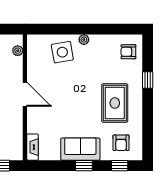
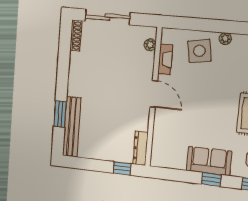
dresser: (17, 145) -> (140, 148), added
fireplace: (33, 147) -> (165, 59), moved

